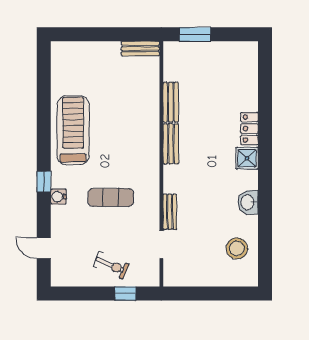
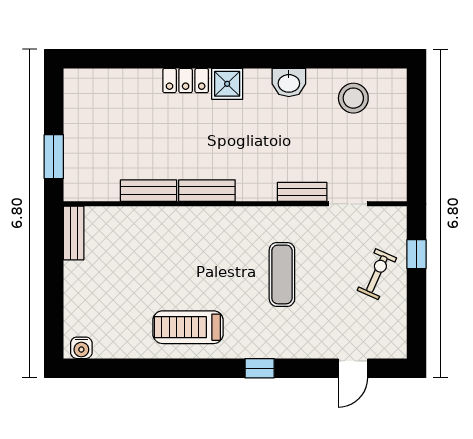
treadmill: (73, 130) -> (188, 327), width x0.73, depth x0.73
water cooler: (58, 197) -> (81, 348), moved

